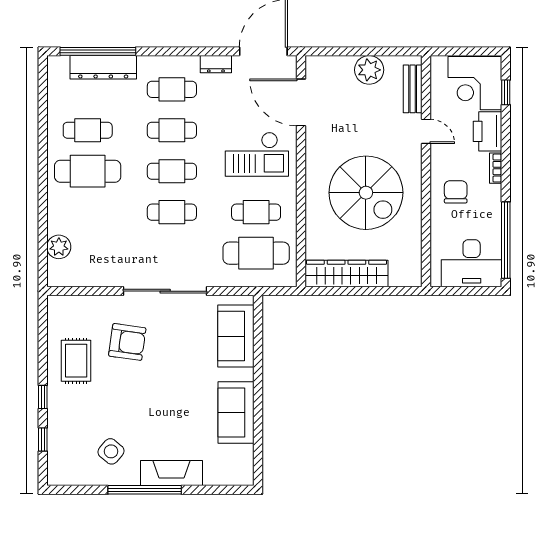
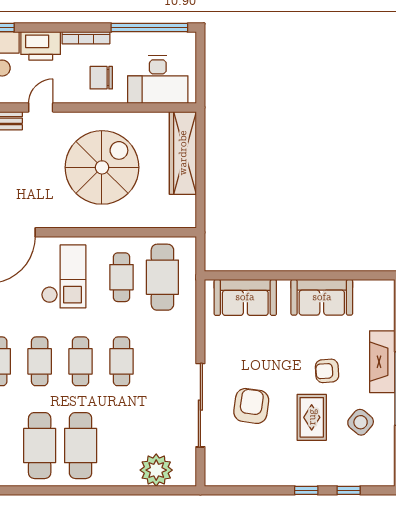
cafe table: (88, 130) -> (40, 446), width x1.37, depth x1.35
bookcase: (496, 168) -> (86, 38), width x1.56
plant: (59, 247) -> (156, 470), width x1.36, depth x1.36
desk: (472, 263) -> (158, 80), moved, turned 90
wardrobe: (346, 274) -> (183, 153), moved
sliding door: (165, 291) -> (200, 405), moved
rug: (76, 361) -> (312, 417), moved, turned 90
armchair: (162, 418) -> (327, 371), added

